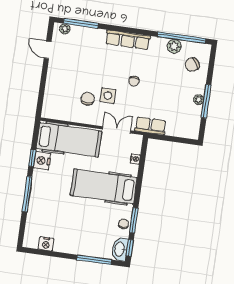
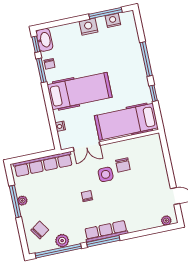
window: (81, 23) -> (103, 241), moved
row of seats: (150, 126) -> (43, 164), width x2.02
nightstand: (42, 161) -> (88, 27), moved, turned -90
window: (94, 260) -> (105, 13), moved

